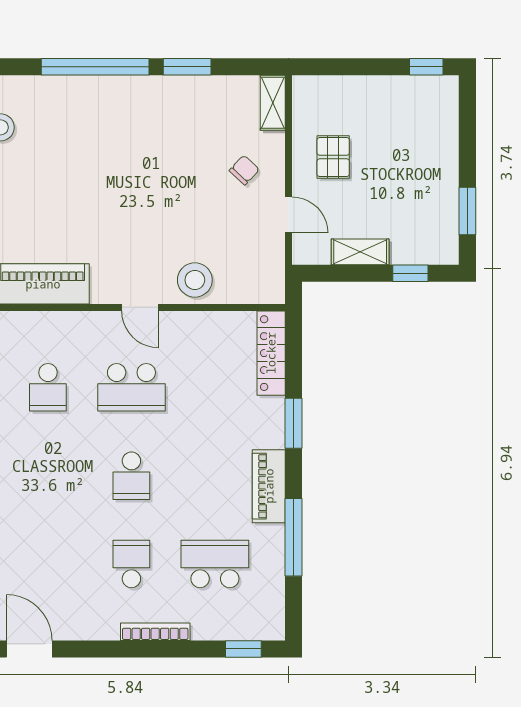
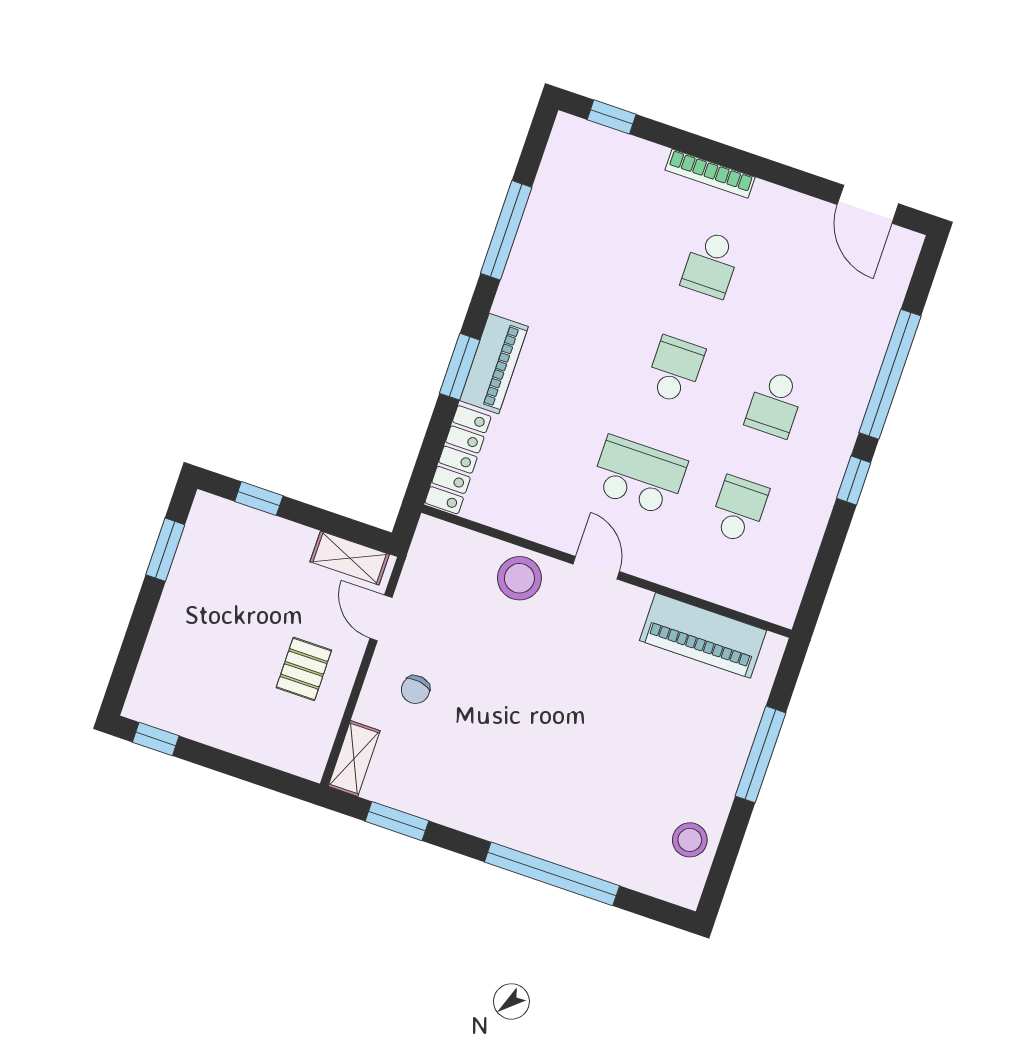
window: (187, 67) -> (397, 821), moved
chair: (244, 170) -> (415, 690), turned -34
shelving: (360, 252) -> (350, 558), moved
piano: (269, 486) -> (494, 364), moved
school desk: (215, 564) -> (775, 404), moved, width x0.54

